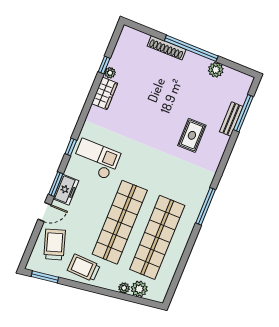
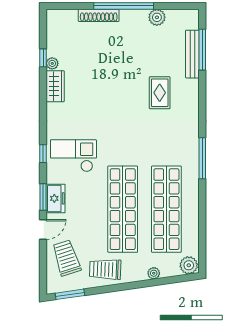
bench: (231, 119) -> (192, 54), width x1.36
plant: (139, 289) -> (189, 265), moved

